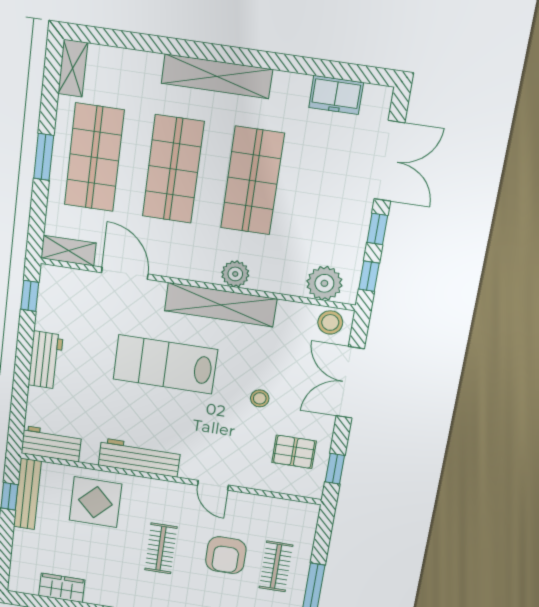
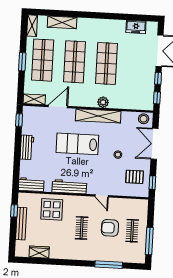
shelving: (217, 76) -> (62, 22), moved, width x0.68
door: (125, 273) -> (58, 106), hinge flipped
plant: (324, 283) -> (139, 103), removed
bench: (27, 494) -> (21, 224), moved
armchair: (226, 555) -> (110, 228), turned 90

